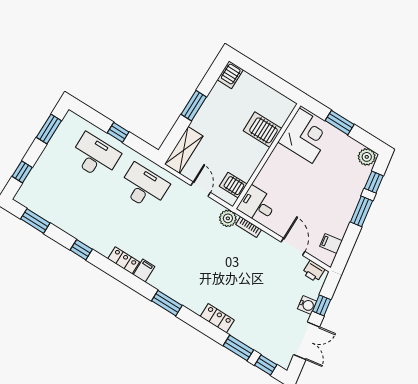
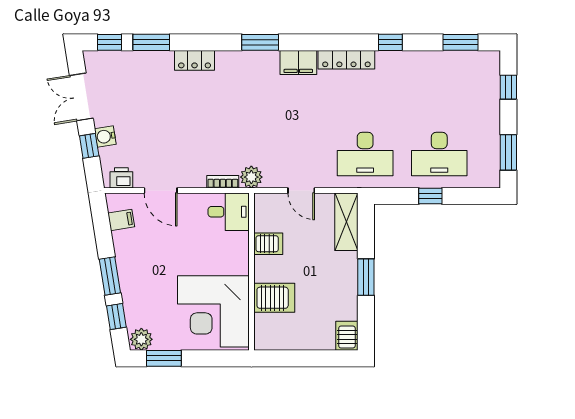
window: (340, 123) -> (164, 358), moved
corner desk: (306, 136) -> (213, 311), width x1.36, depth x1.36
server rack: (233, 185) -> (268, 244), moved
locker: (124, 260) -> (346, 60), width x1.53
filing cabinet: (144, 271) -> (298, 62), width x2.00

